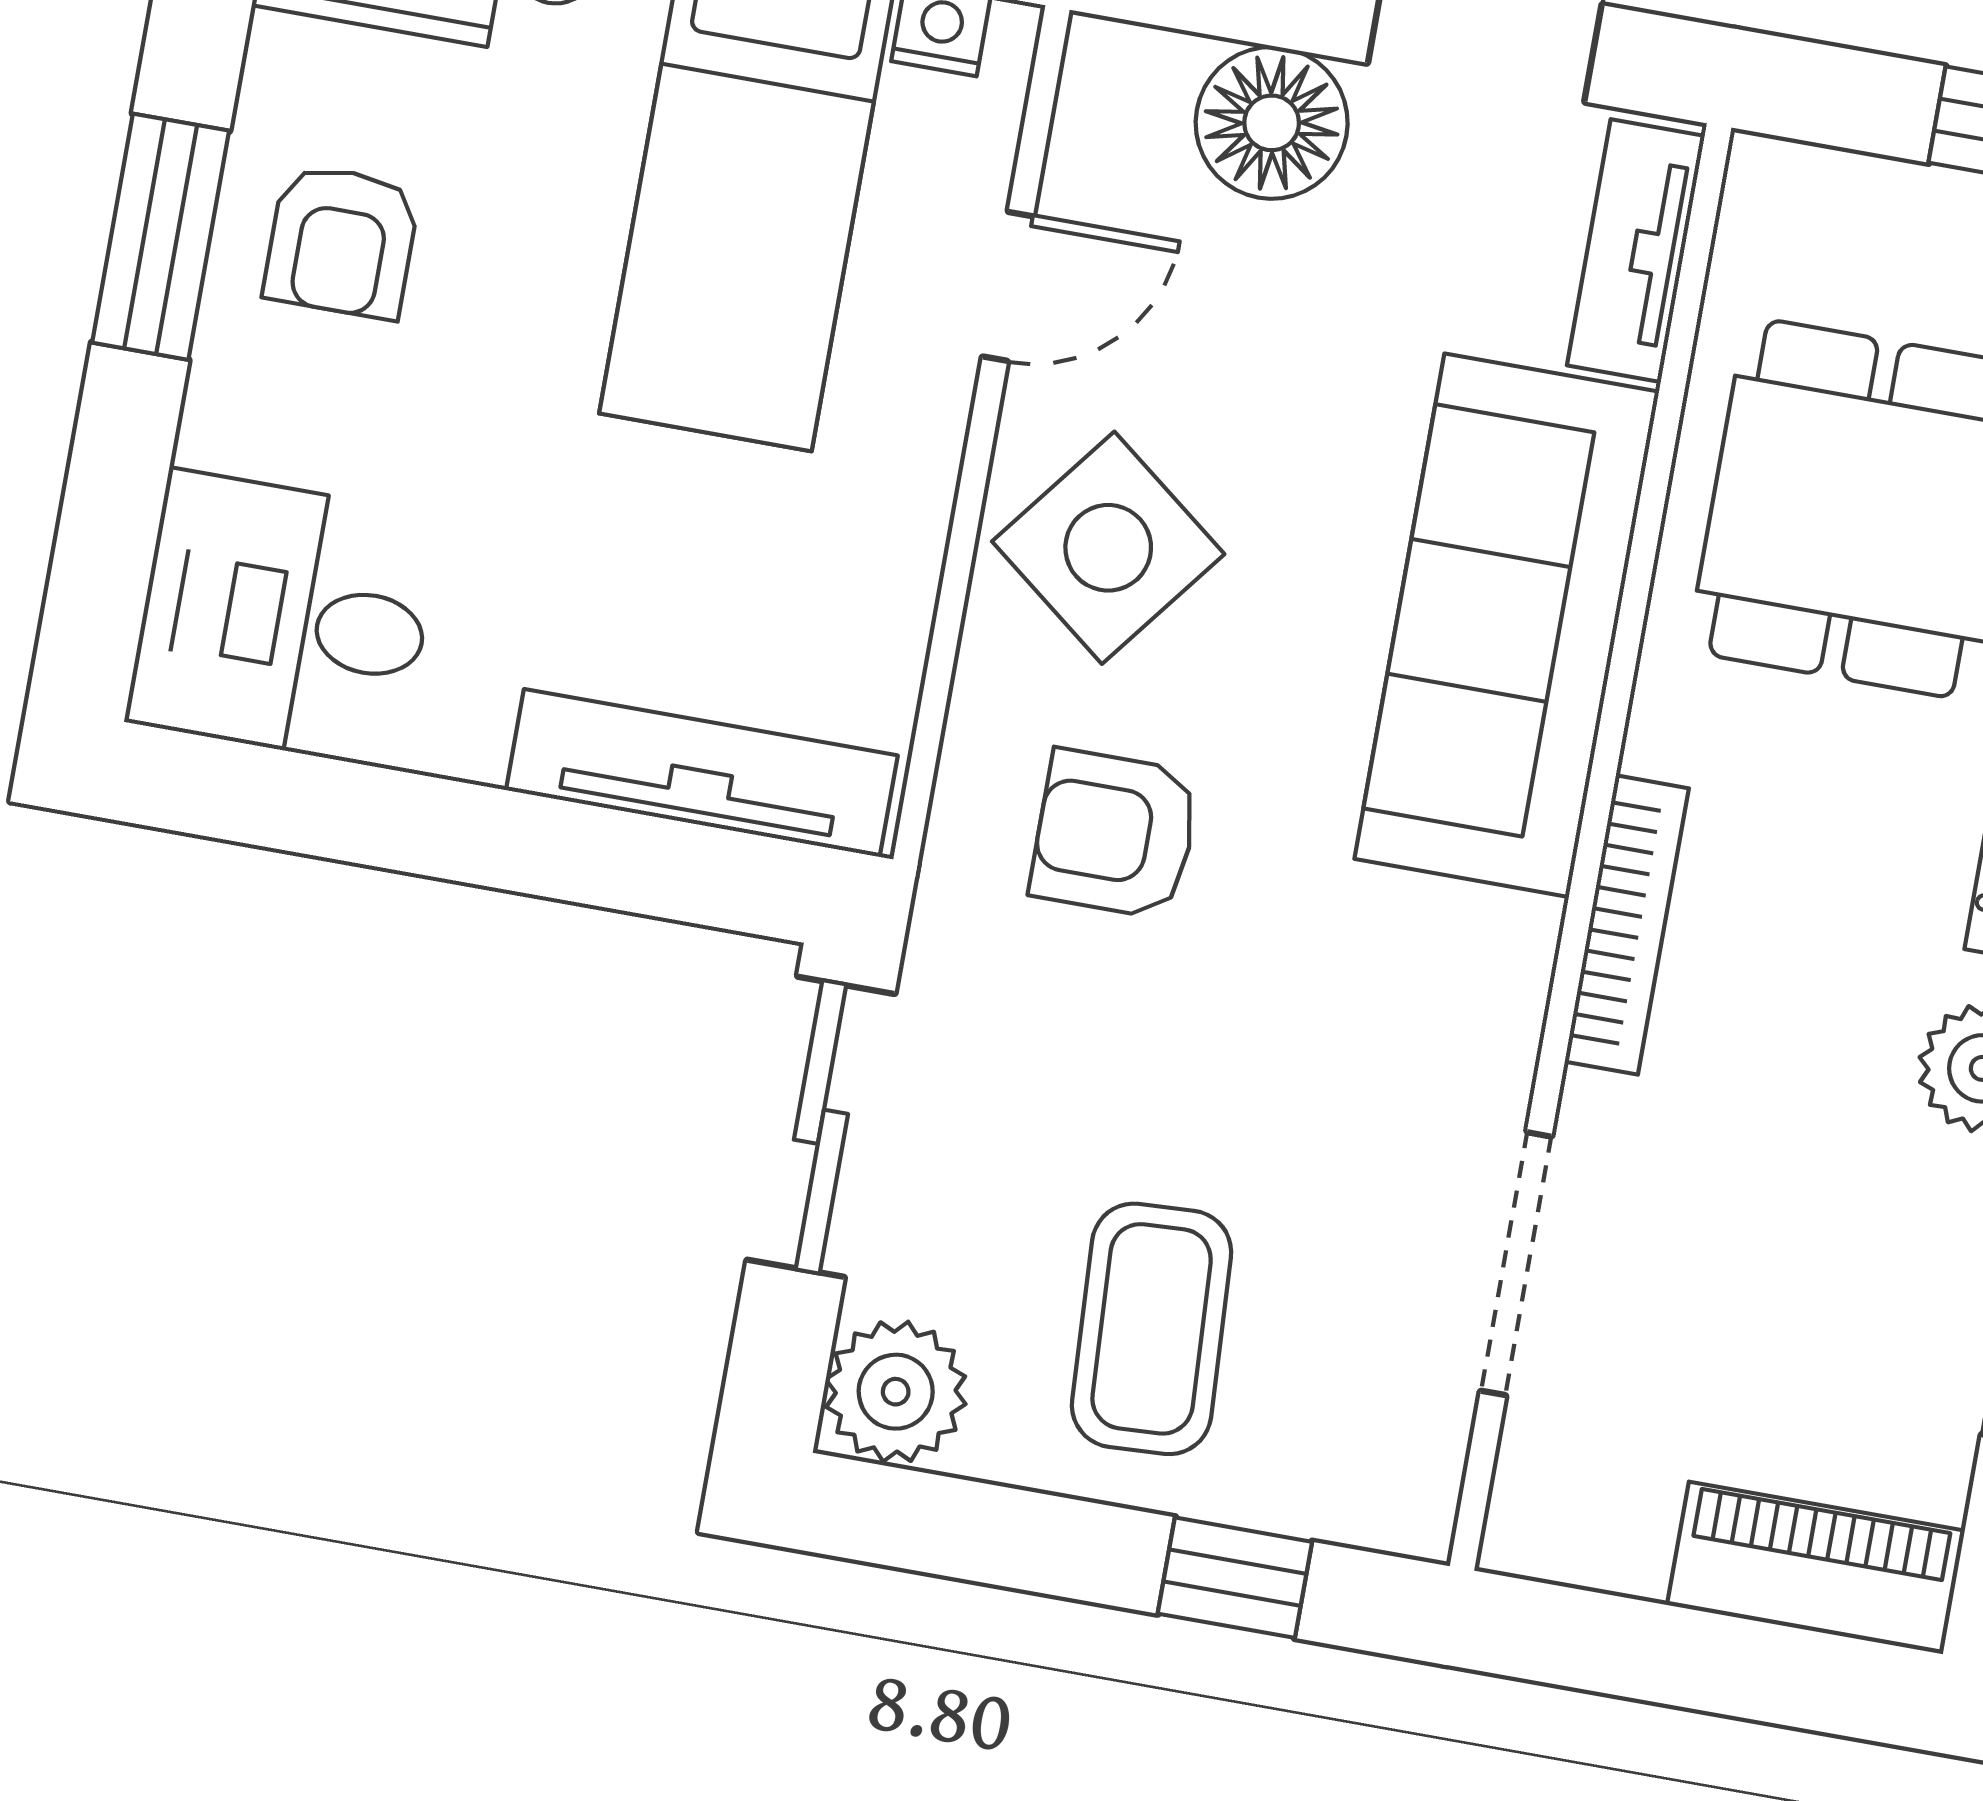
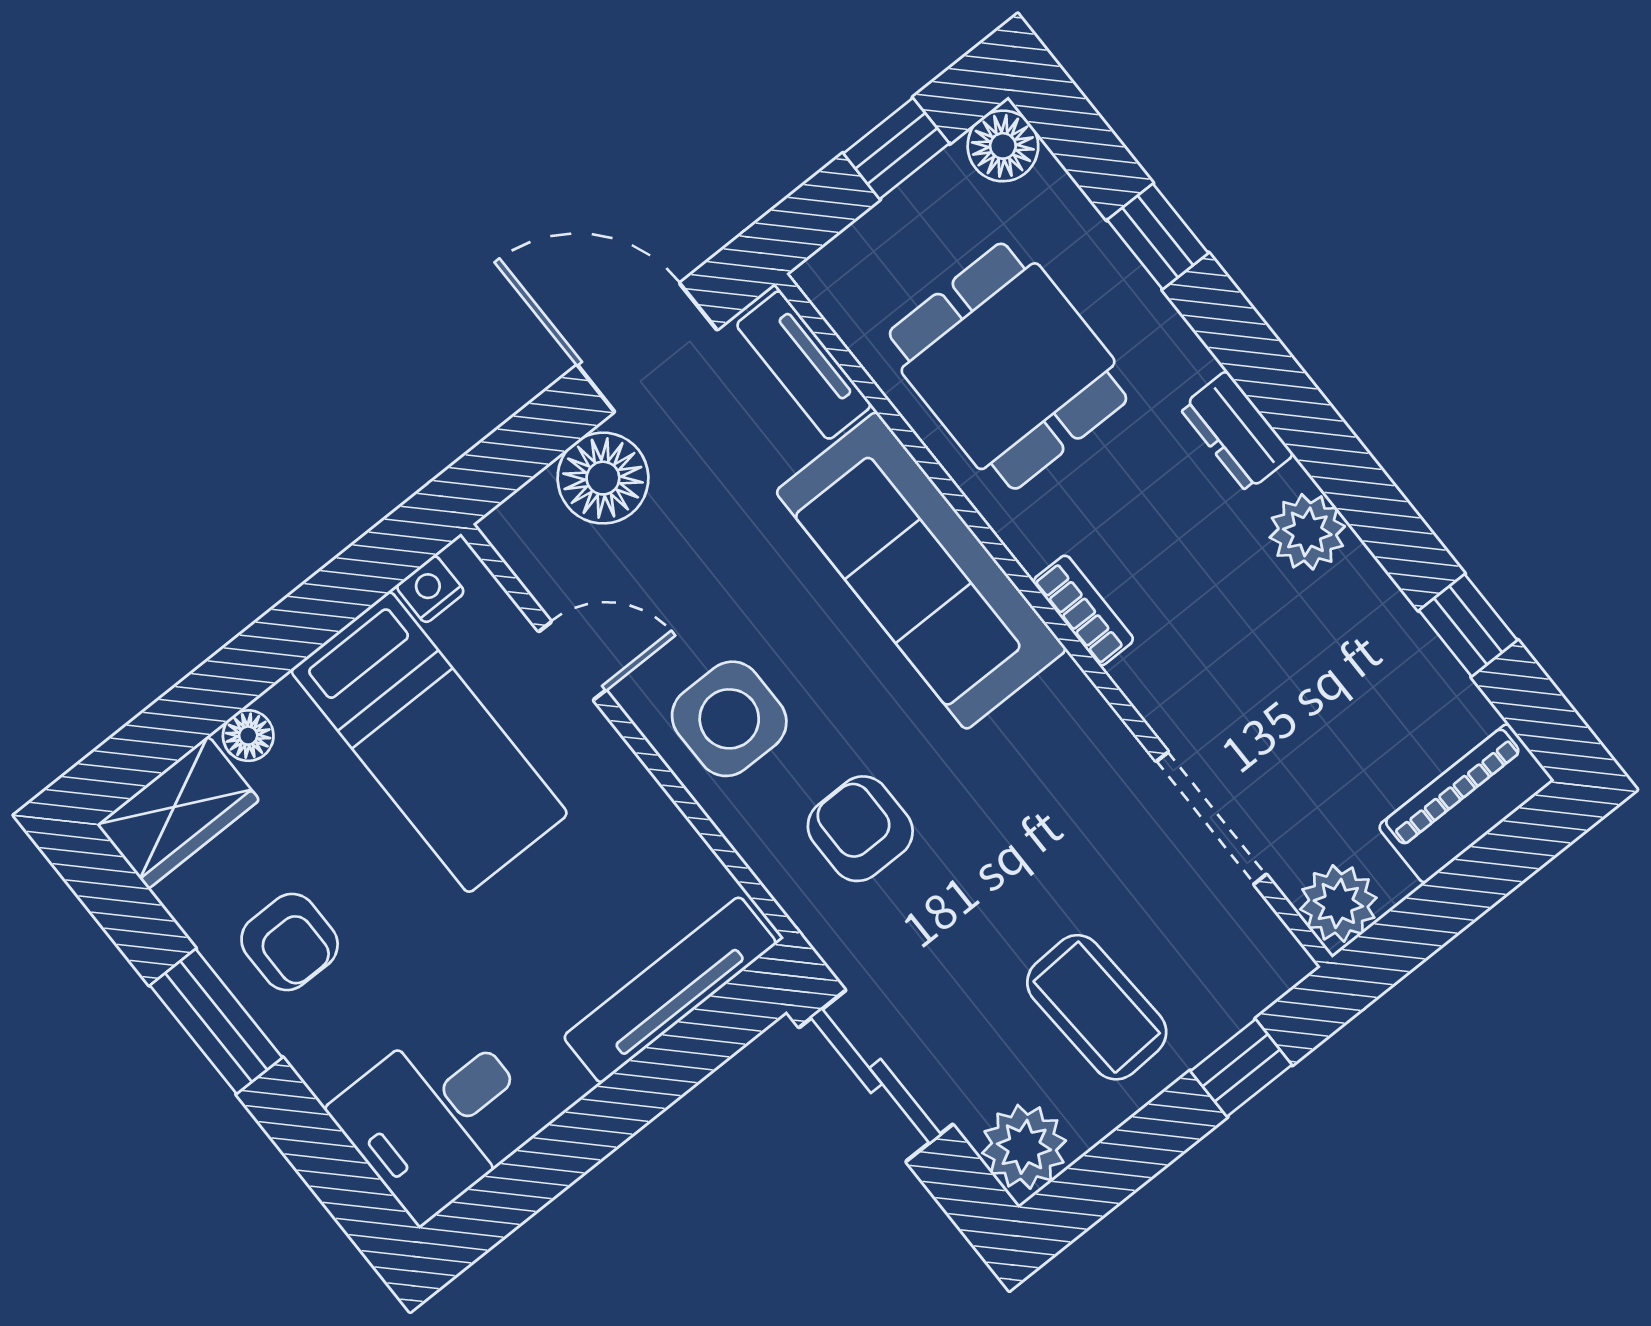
door: (1008, 286) -> (572, 661), hinge flipped
side table: (1108, 548) -> (729, 719), turned -38
armchair: (1115, 834) -> (860, 829), turned 90
bookcase: (1627, 925) -> (1083, 610), width x0.64
plant: (1549, 1518) -> (1338, 903), added

